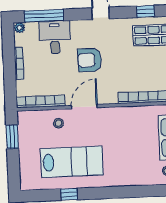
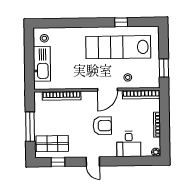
window: (44, 16) -> (137, 161), removed
lab bench: (72, 162) -> (118, 47), width x1.36

